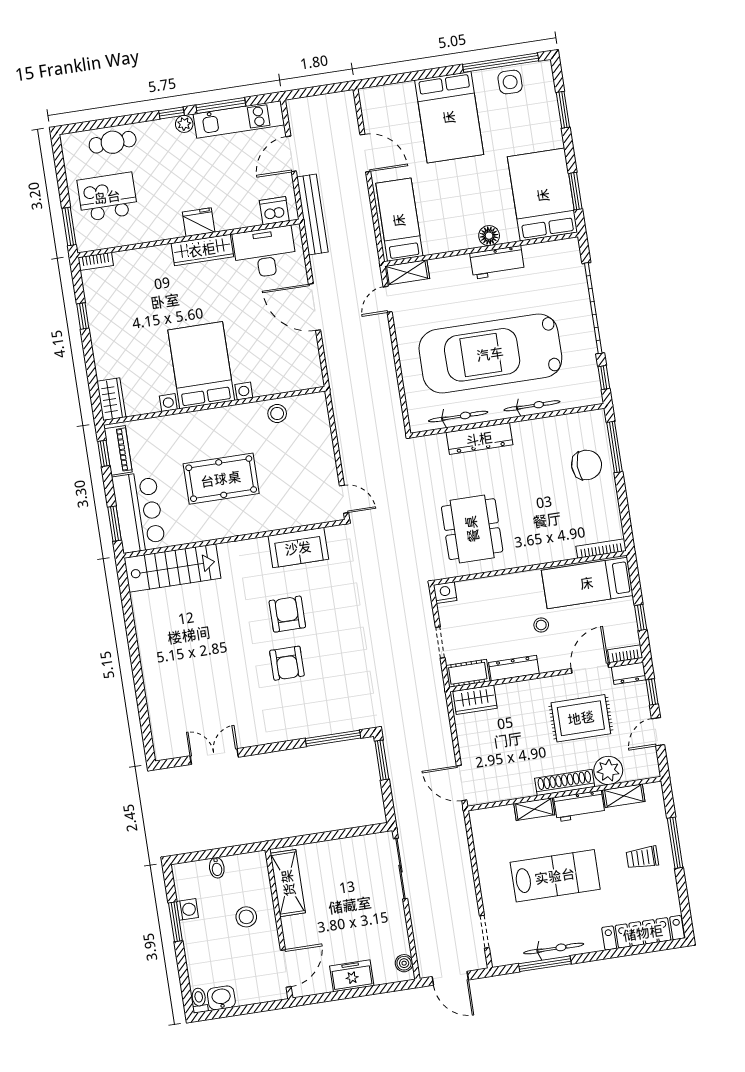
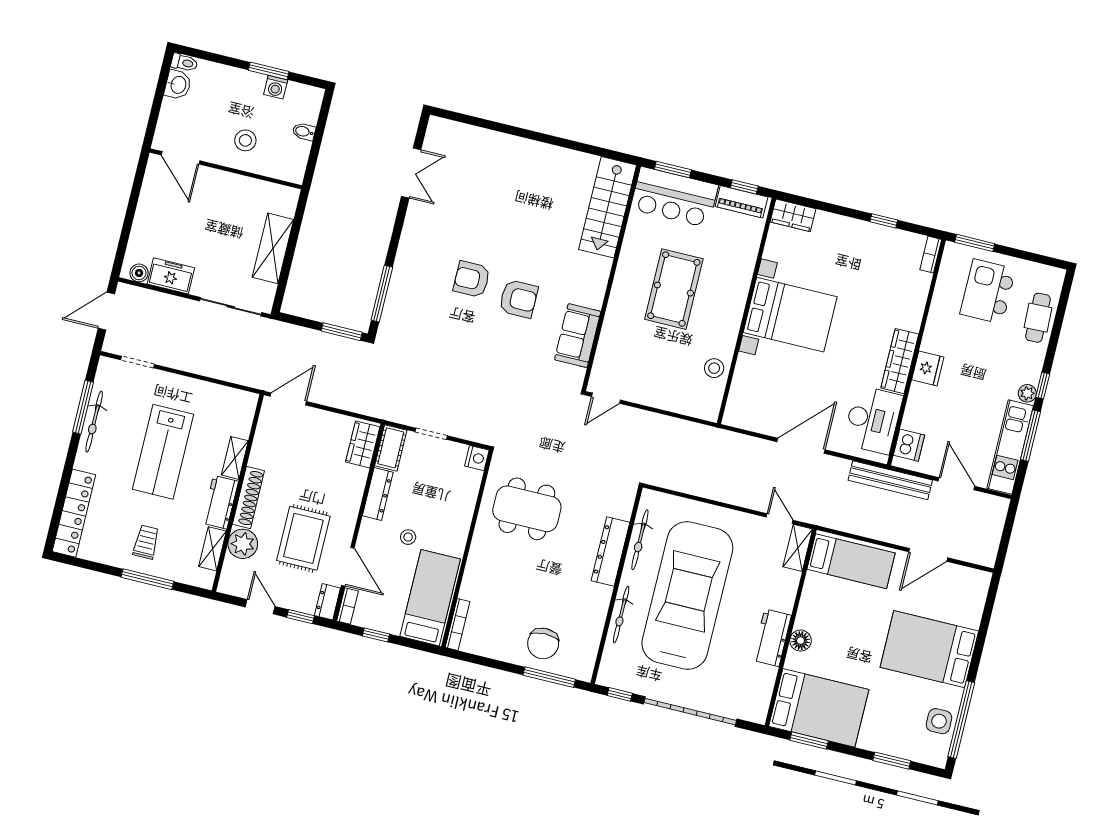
kitchen island: (107, 197) -> (988, 291), turned 180
shelving: (288, 883) -> (273, 248), moved, turned 90
freezer: (352, 976) -> (171, 276), moved, turned -90

